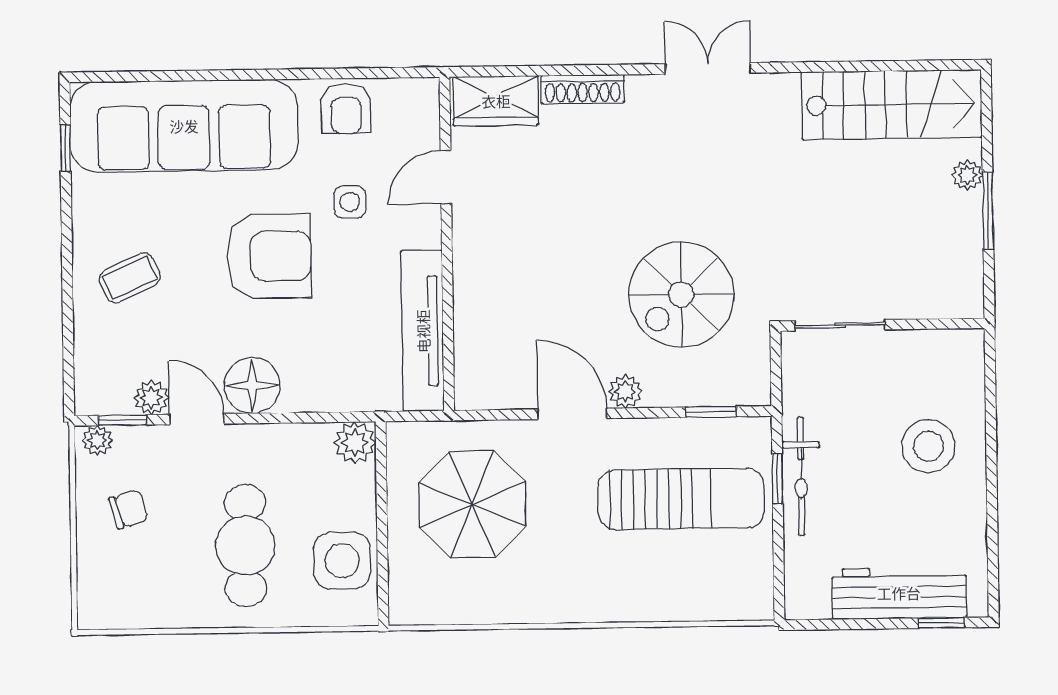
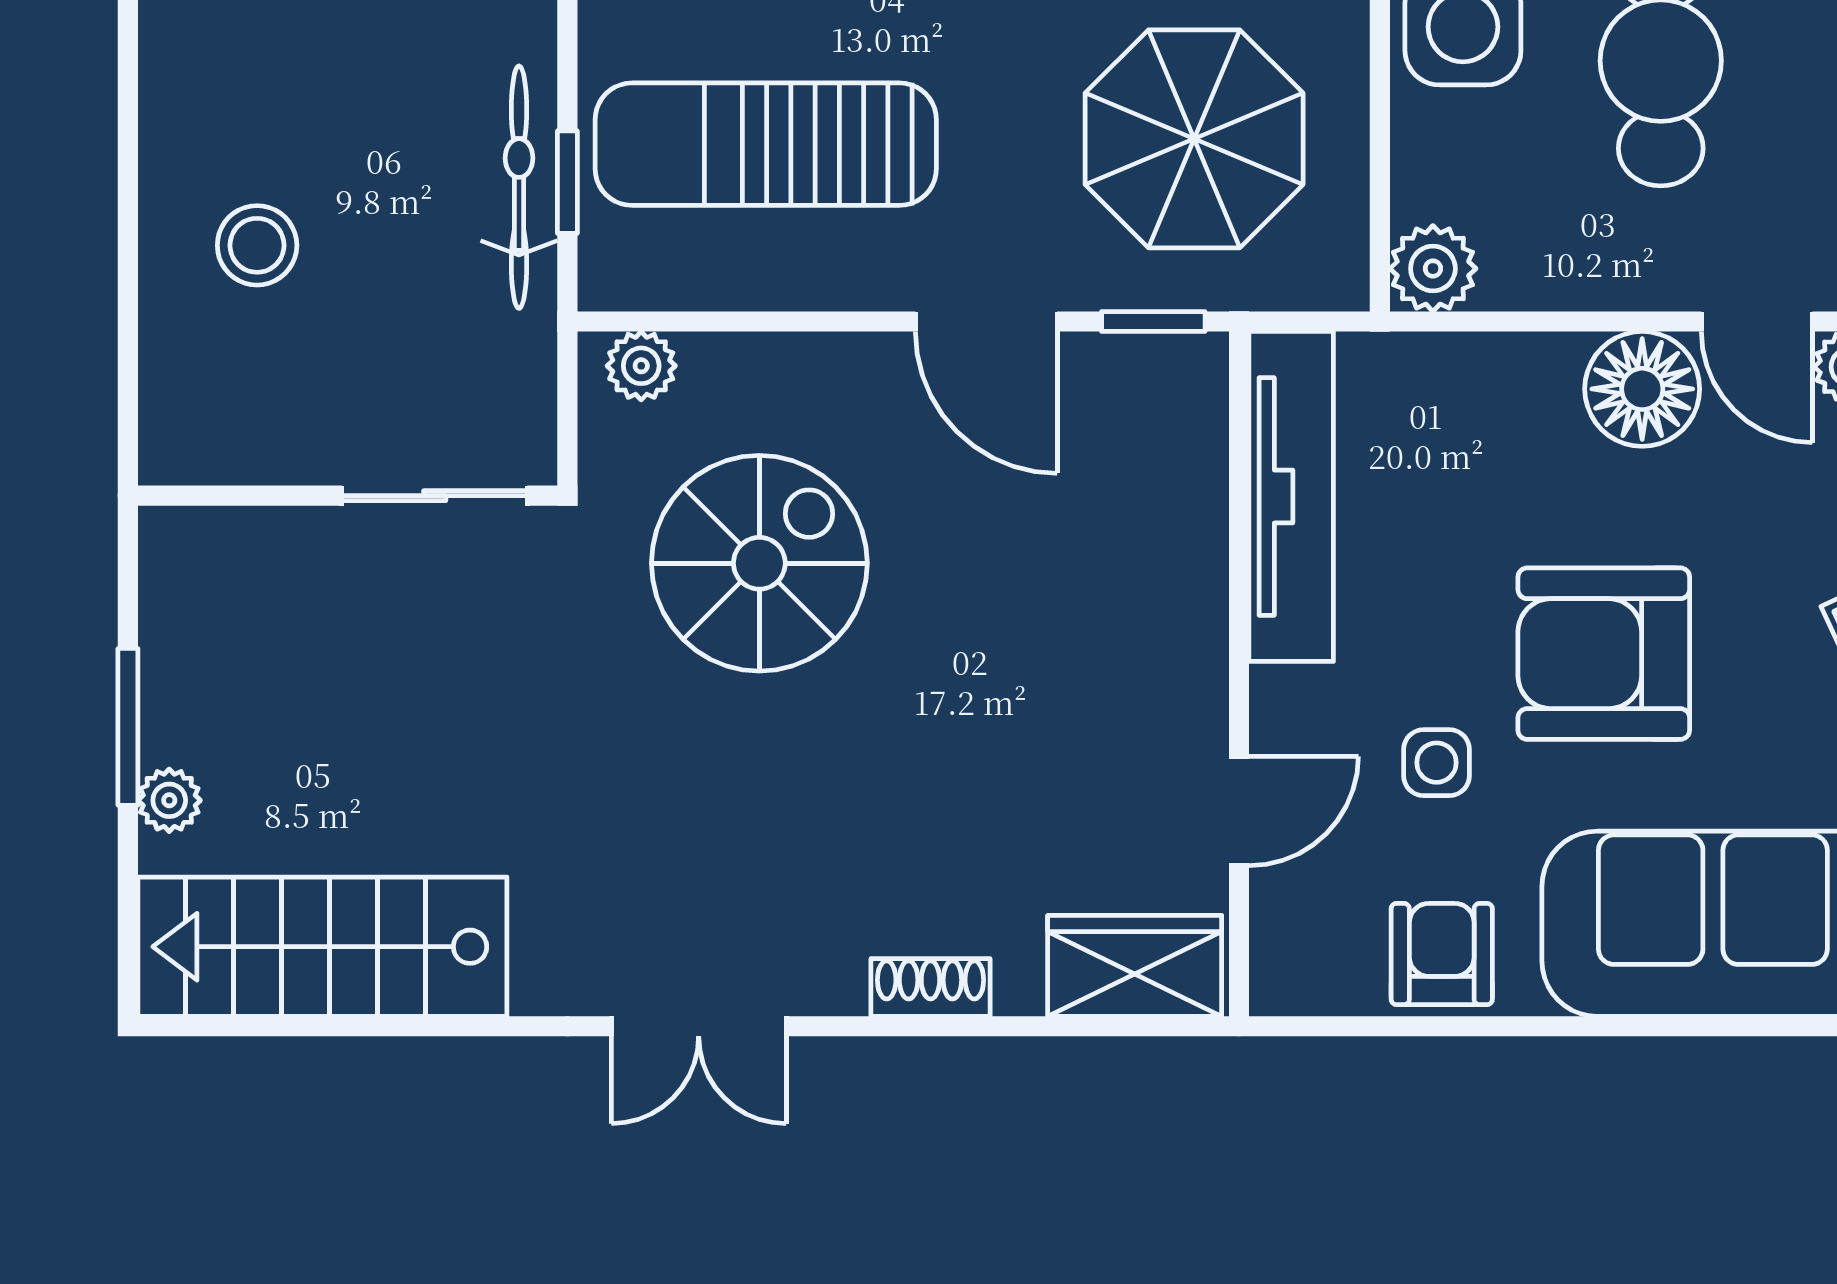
shoe rack: (583, 89) -> (930, 987), width x0.70
plant: (625, 392) -> (641, 366), moved
window: (711, 412) -> (1153, 322), moved
stool: (928, 446) -> (257, 245), width x0.73, depth x0.73

